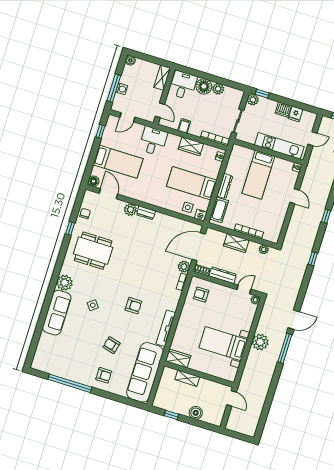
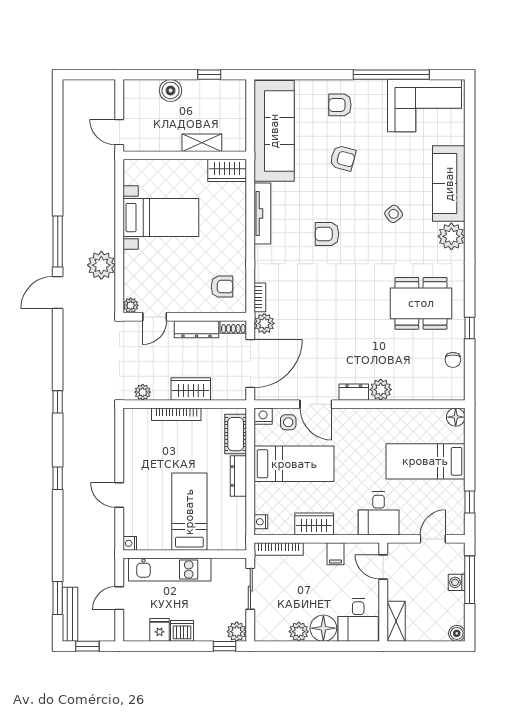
door: (108, 194) -> (316, 404), moved
plant: (260, 342) -> (101, 265), moved
corner sofa: (57, 360) -> (425, 106), added

